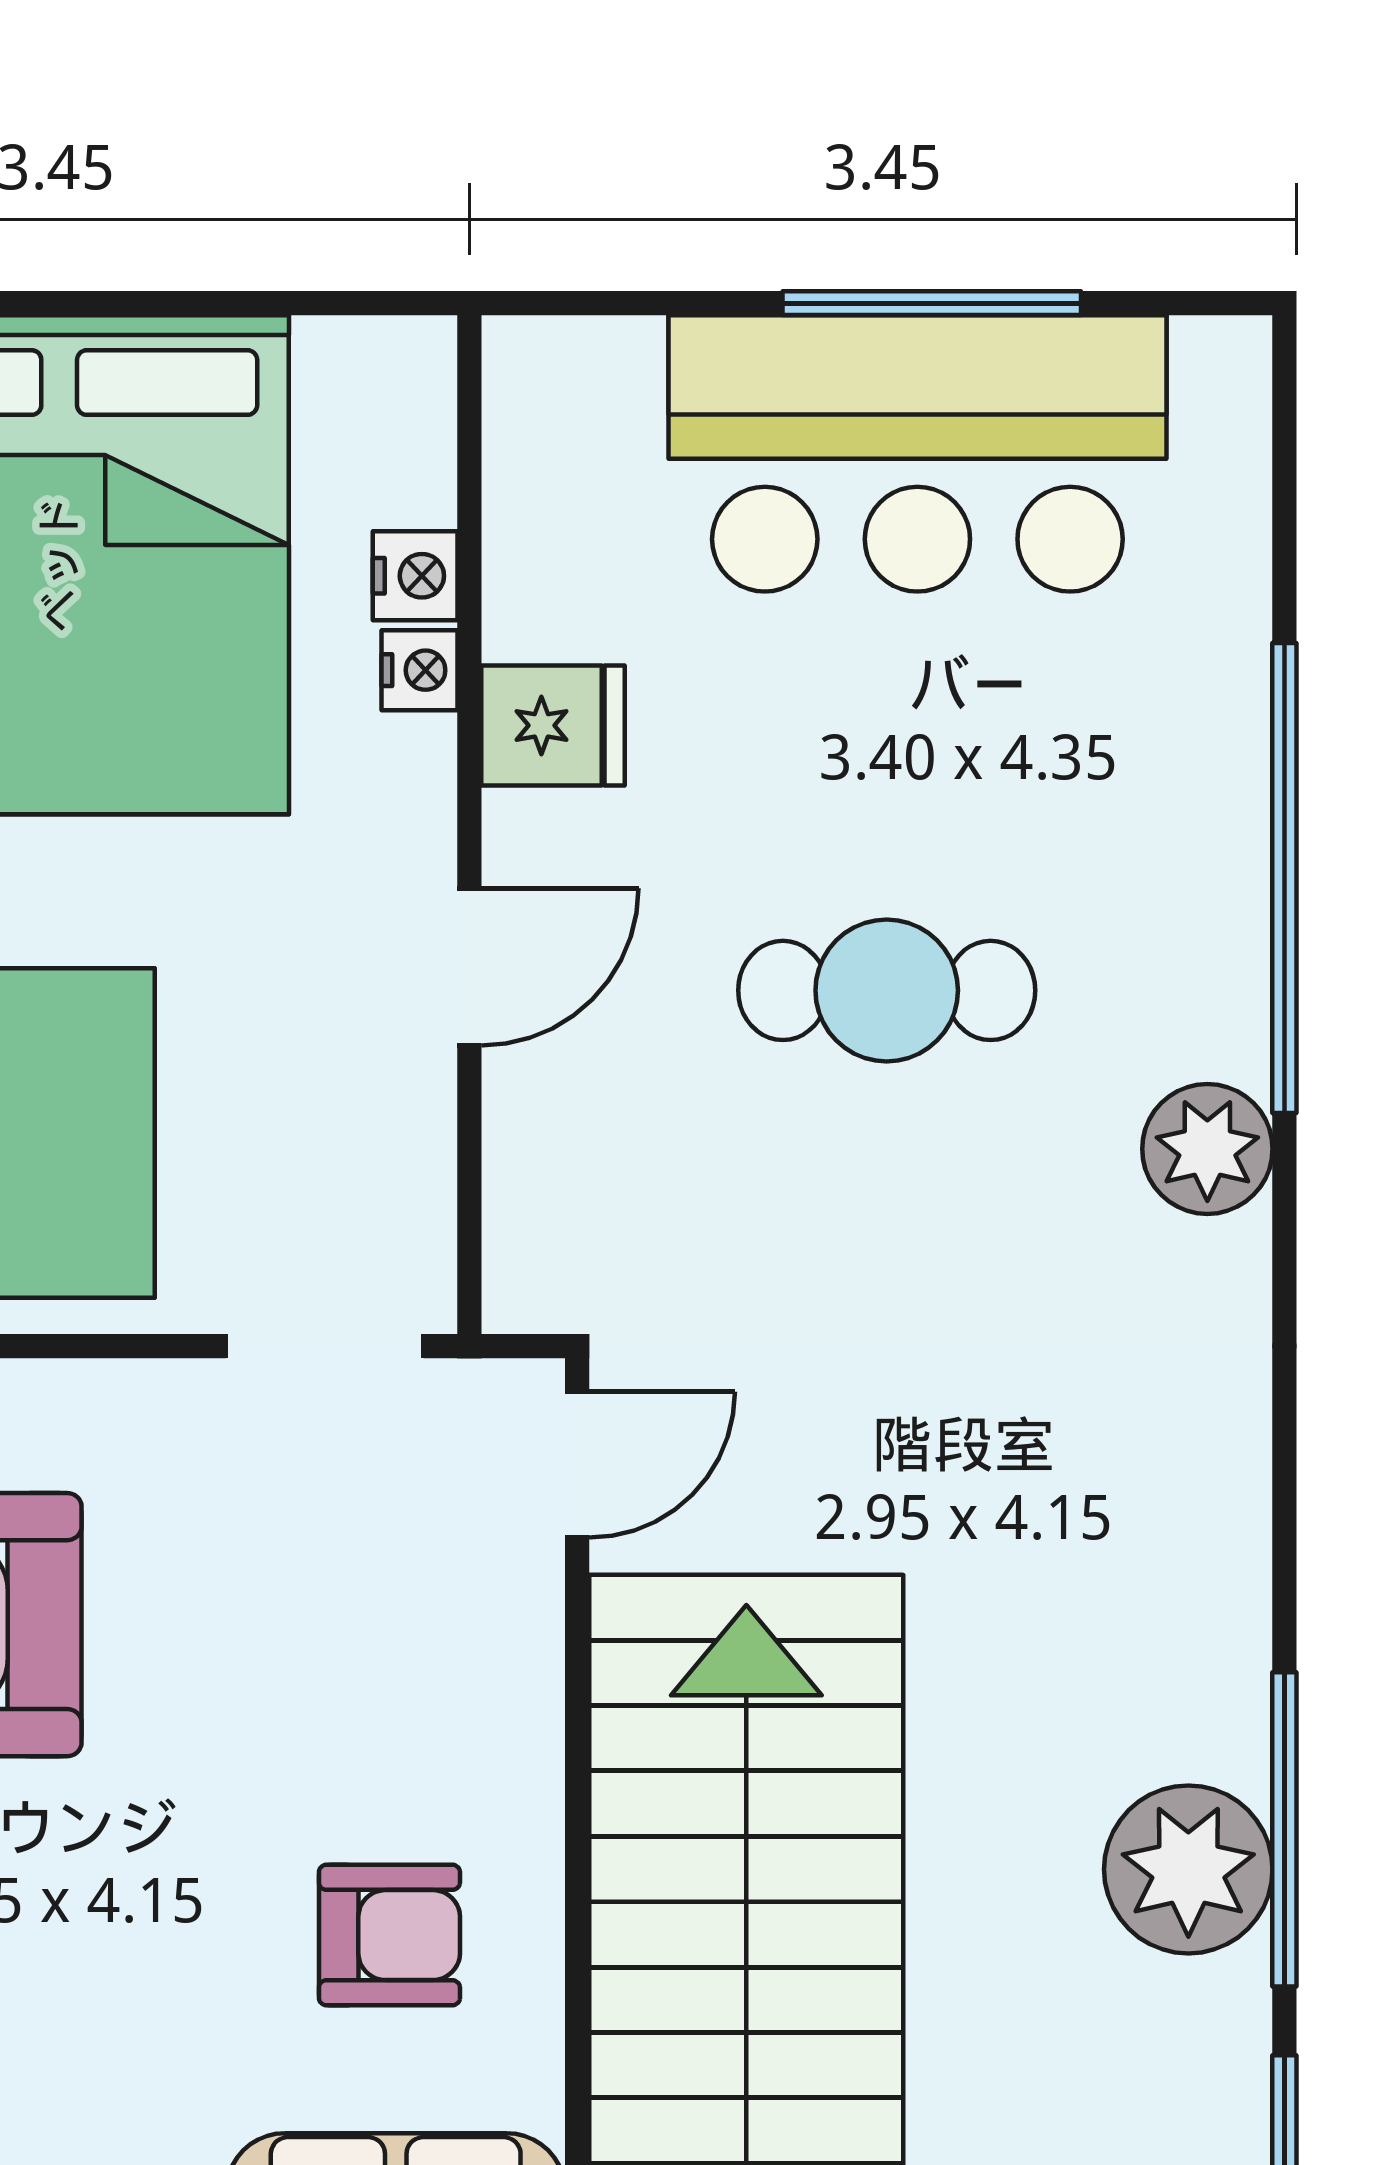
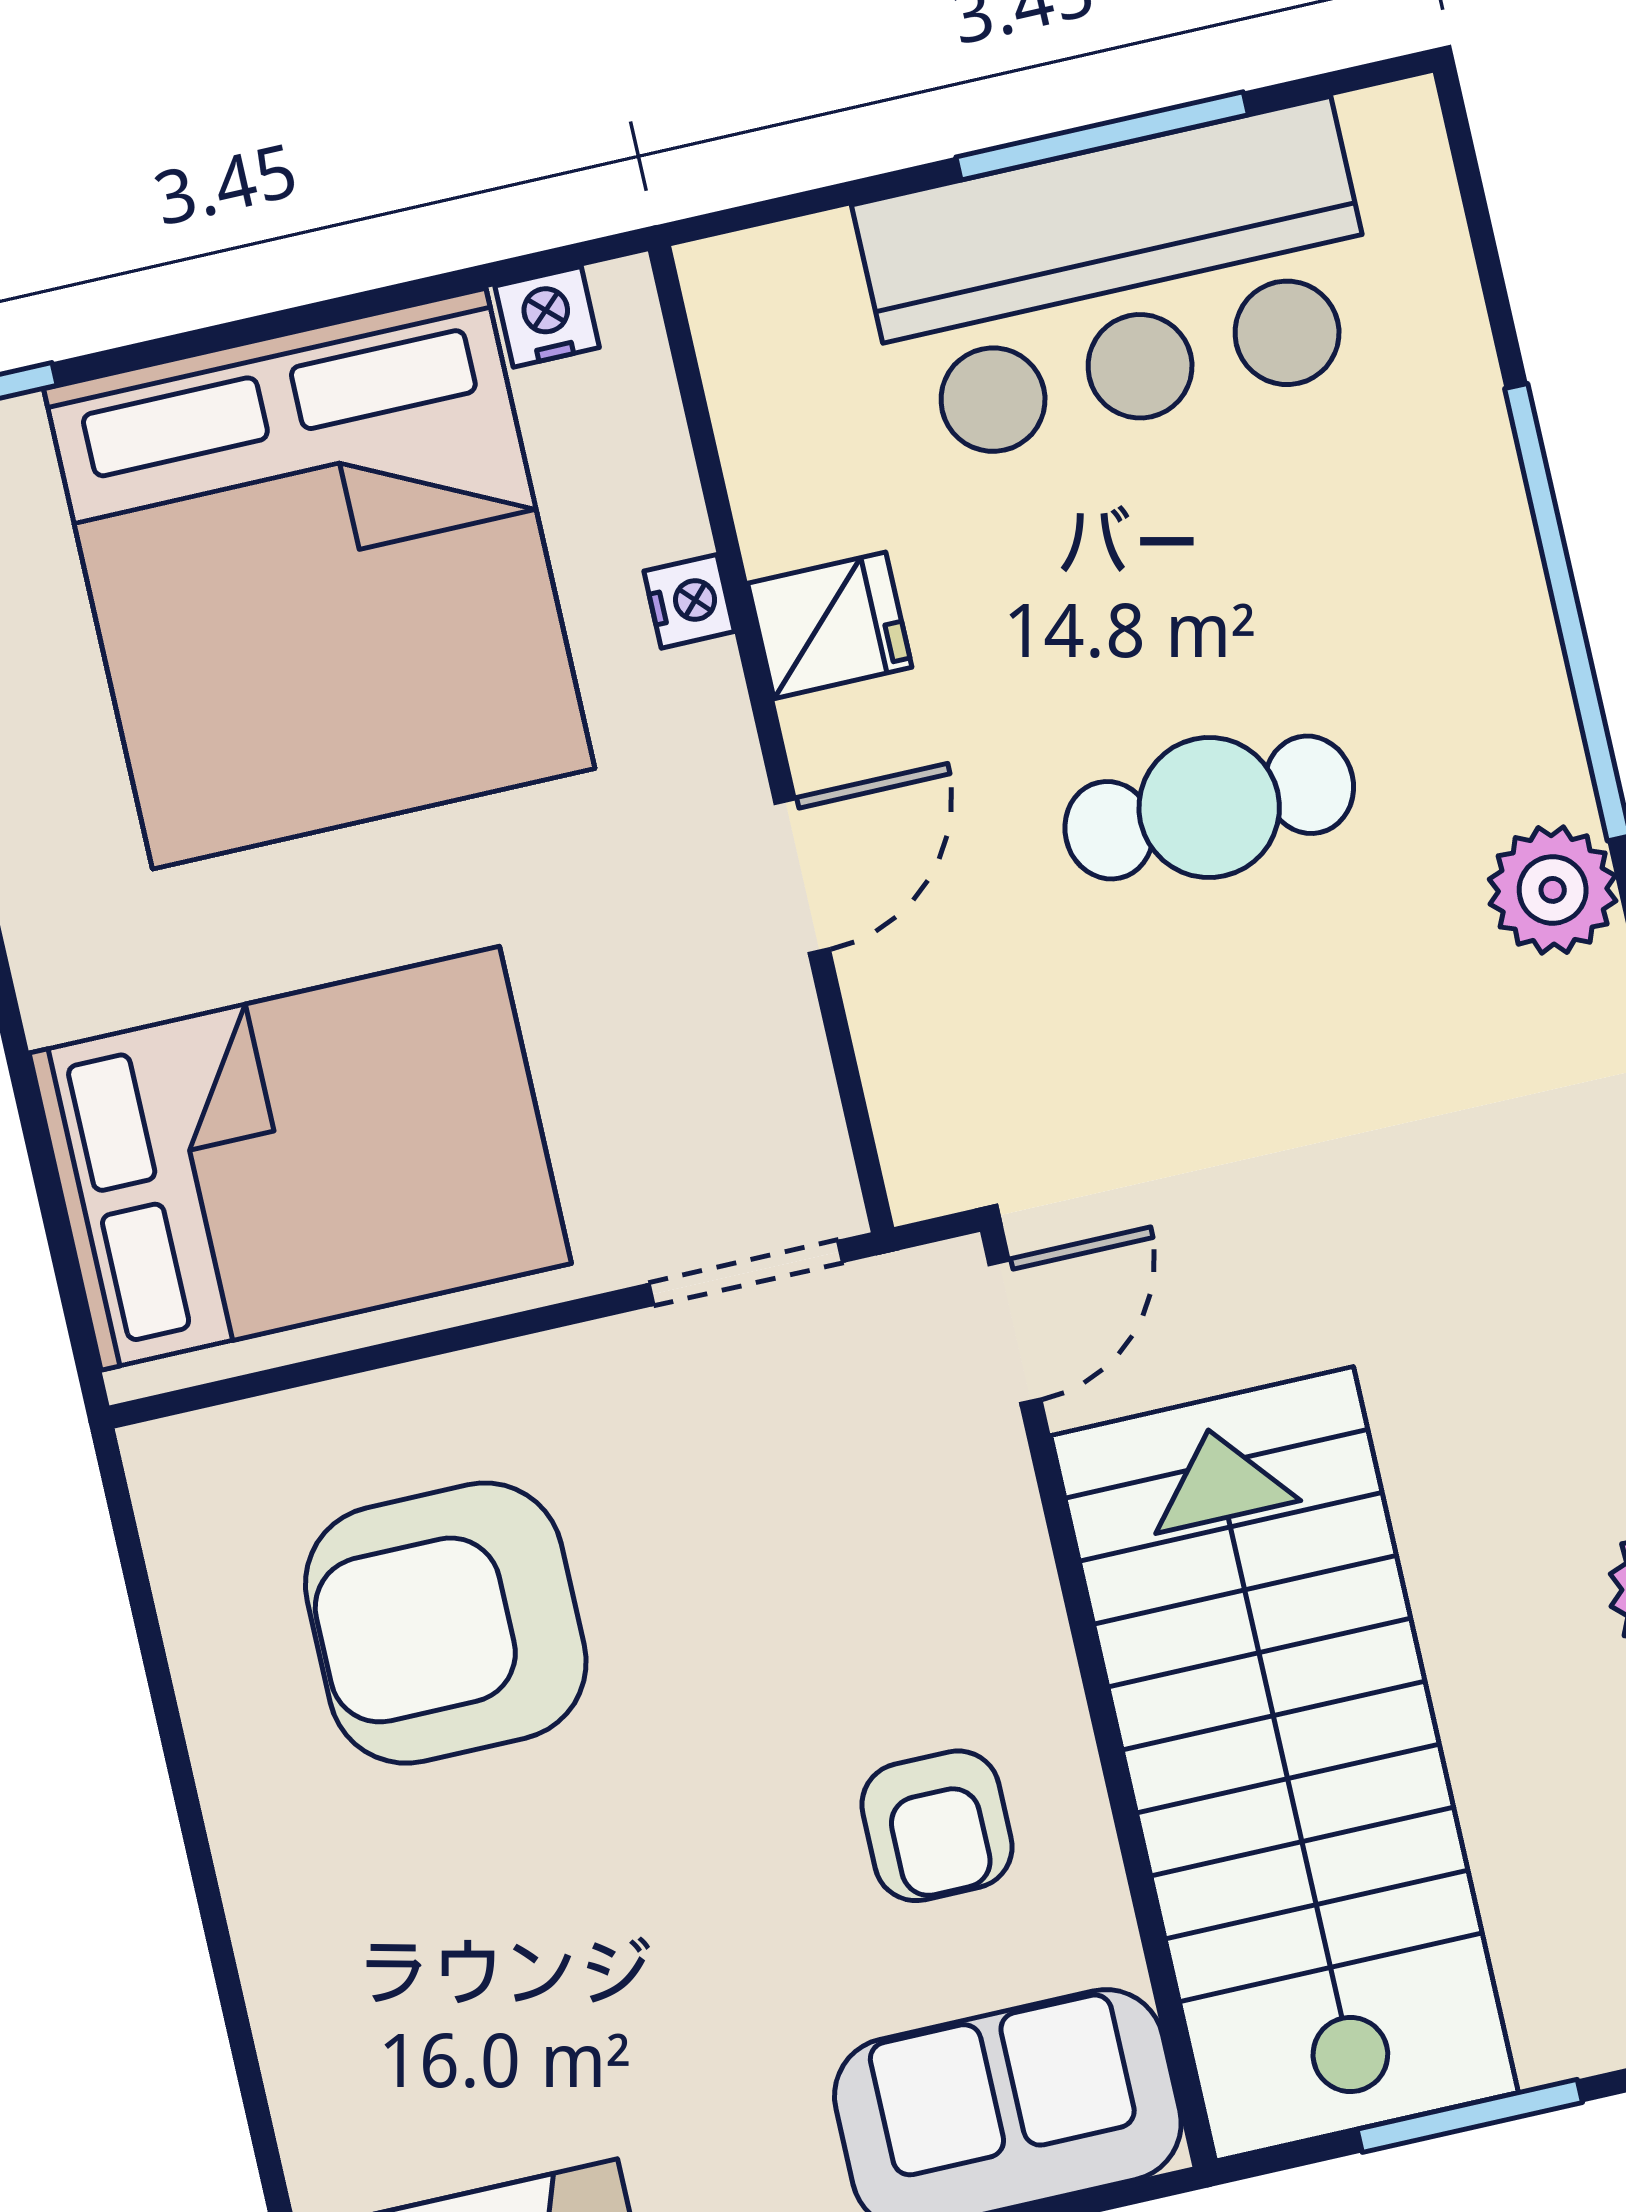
nightstand: (415, 576) -> (547, 317), moved, turned -90
armchair: (389, 1935) -> (937, 1826), turned 90

